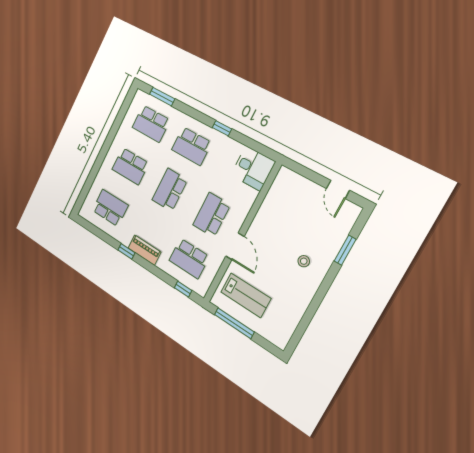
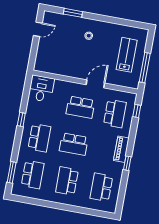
school desk: (130, 166) -> (67, 181), turned 180
lab bench: (246, 295) -> (127, 55), moved

